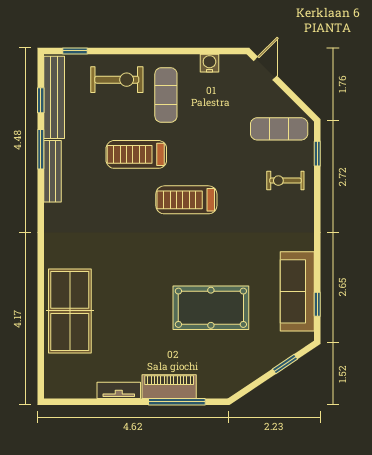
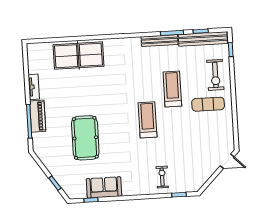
water cooler: (209, 63) -> (228, 129), removed
exercise mat: (279, 129) -> (192, 172), removed
sofa: (297, 291) -> (104, 187), width x0.73

